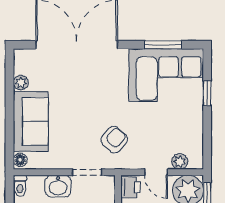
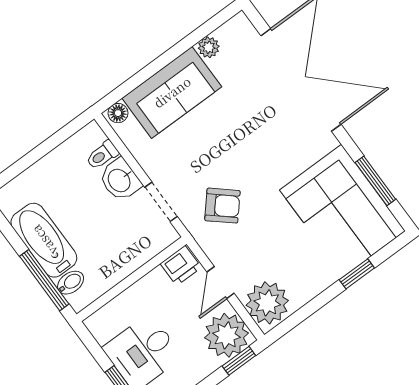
plant: (180, 161) -> (267, 303), width x1.88, depth x1.88
toilet: (20, 186) -> (102, 155), moved

